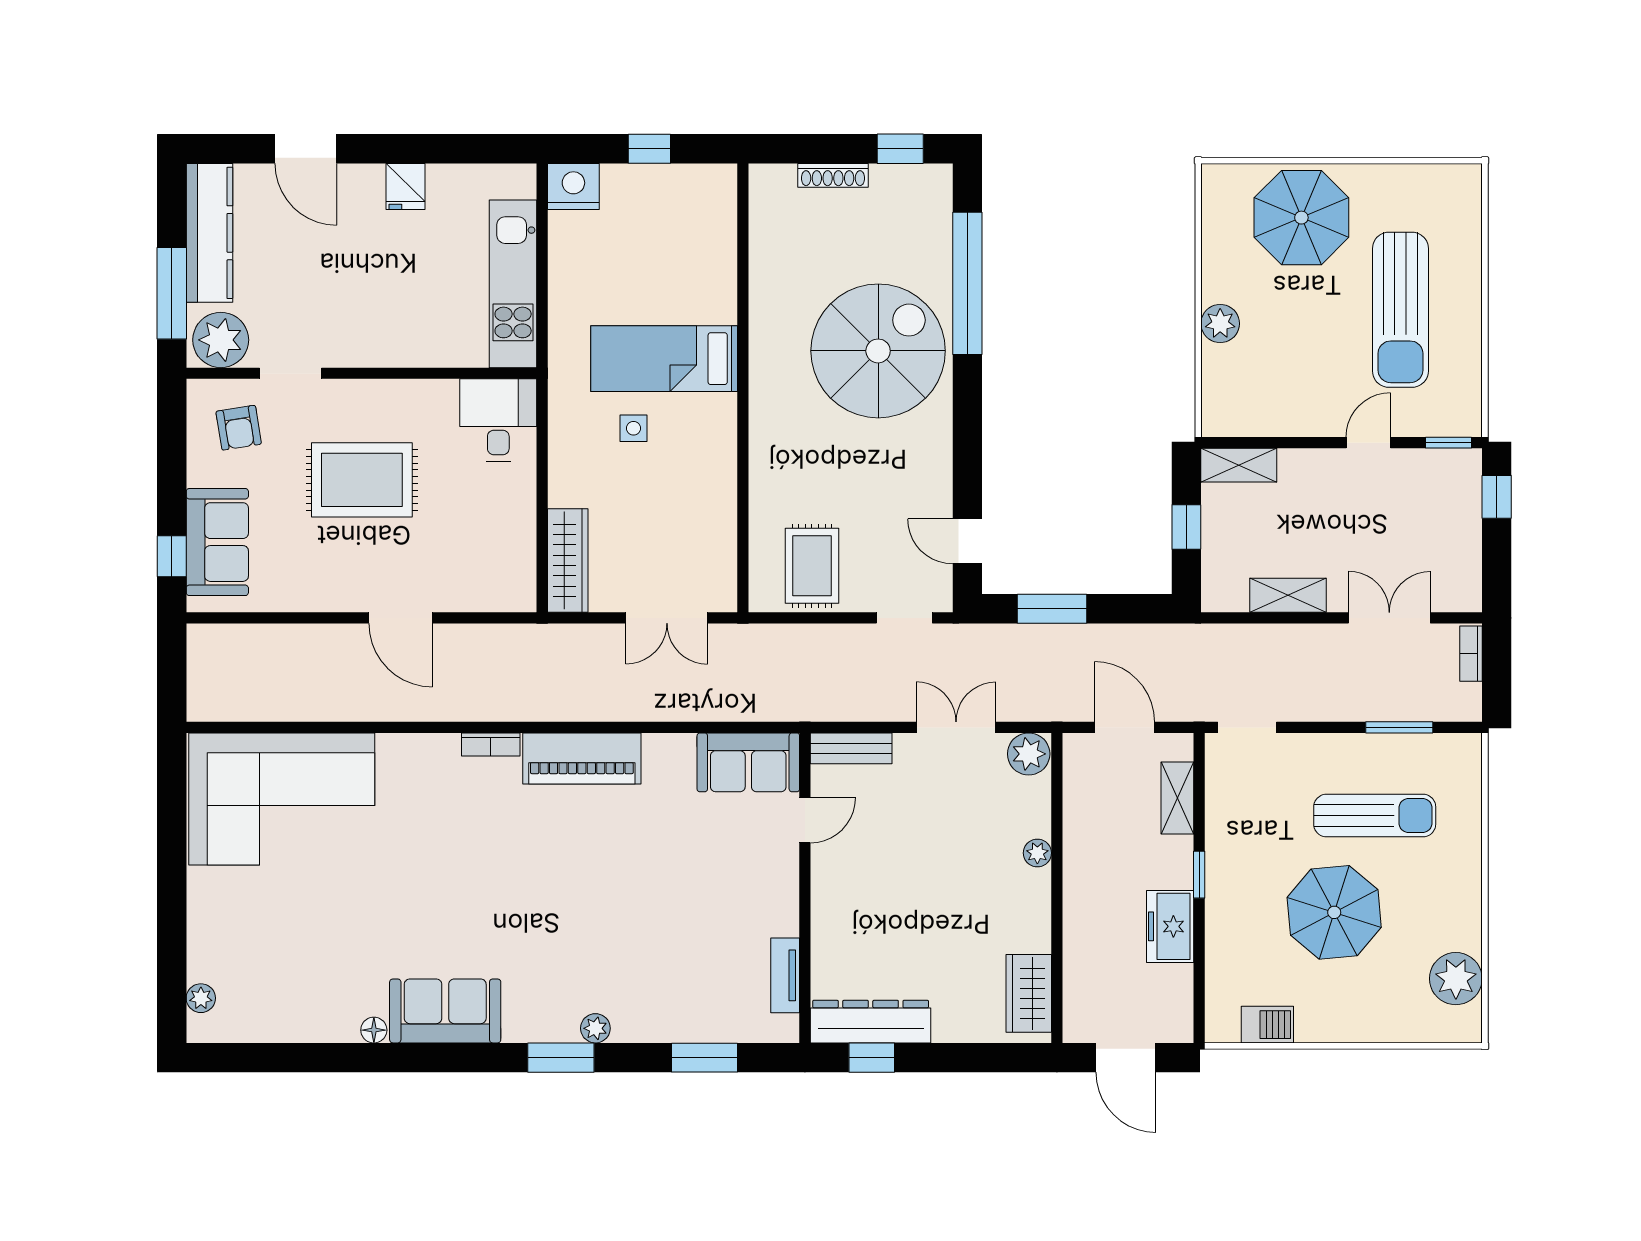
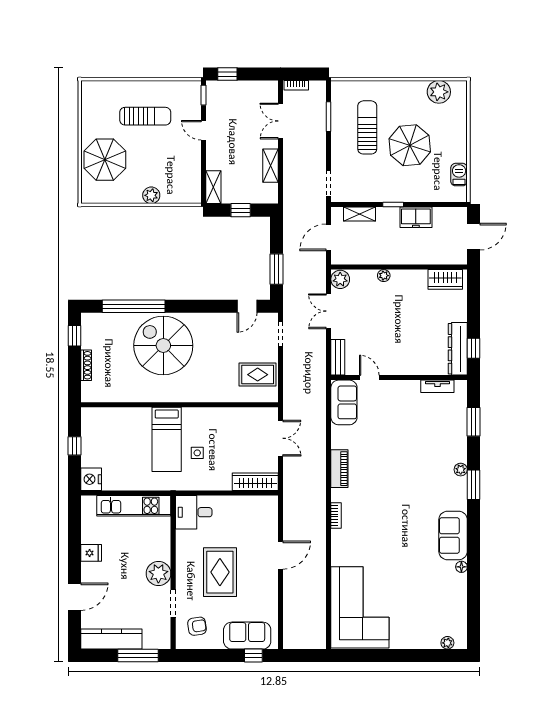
sun lounger: (1400, 310) -> (145, 116), width x0.73, depth x0.75
plant: (221, 340) -> (158, 574), moved
piano: (582, 758) -> (339, 469), width x0.73, depth x0.75

